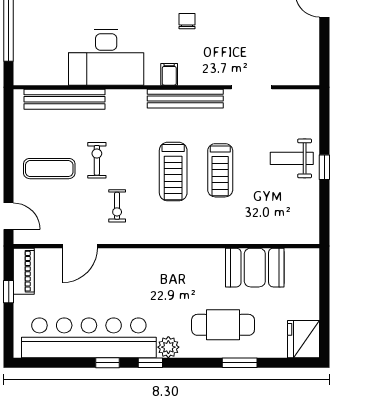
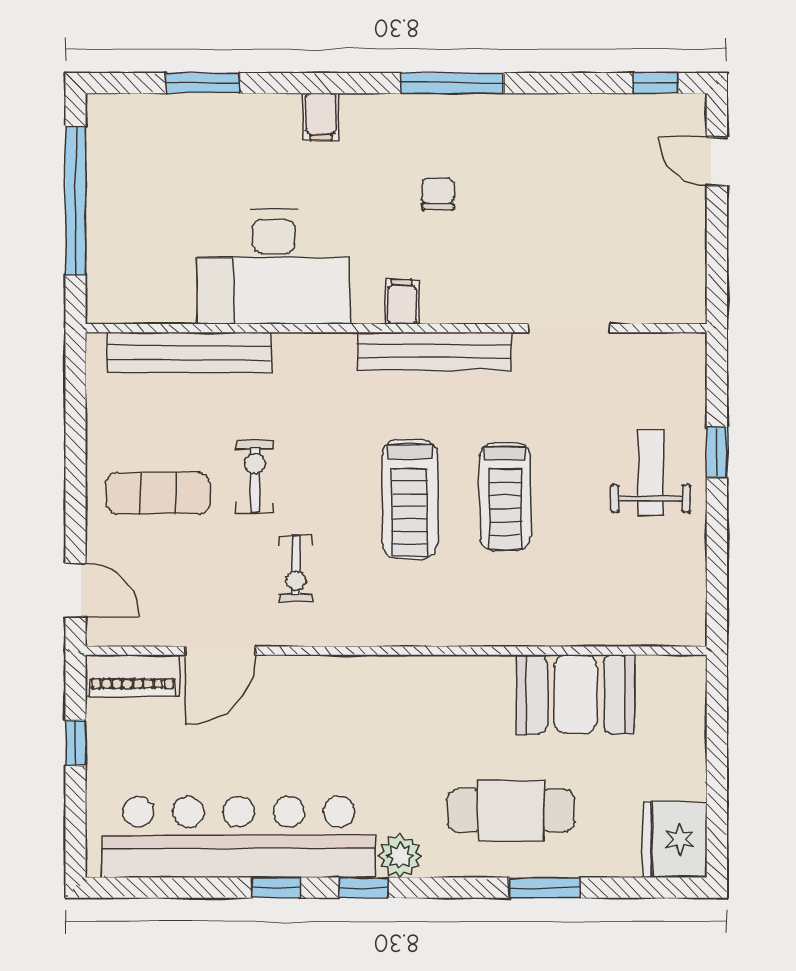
weight bench: (292, 158) -> (651, 473), turned 90
window: (324, 167) -> (717, 452), moved
piano: (24, 271) -> (132, 676), moved, turned 90

